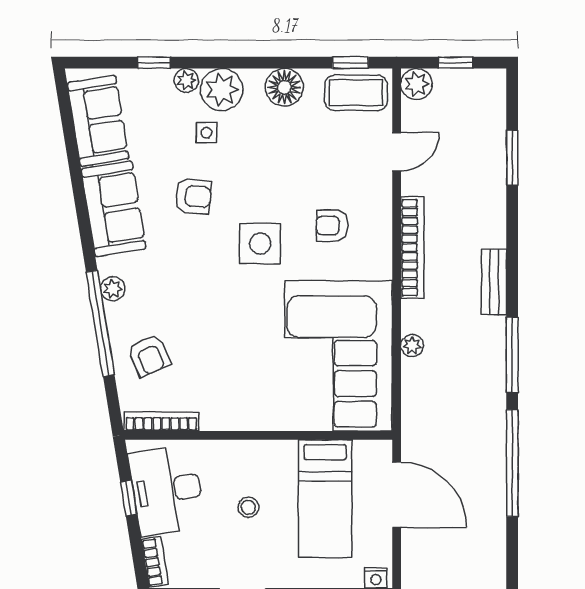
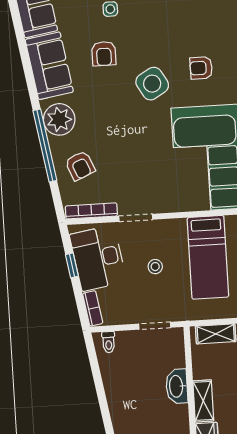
armchair: (193, 196) -> (104, 54), turned 85
side table: (260, 244) -> (152, 84), turned -30
plant: (113, 289) -> (59, 119), width x1.88, depth x1.88
doorway: (225, 435) -> (136, 218), added

